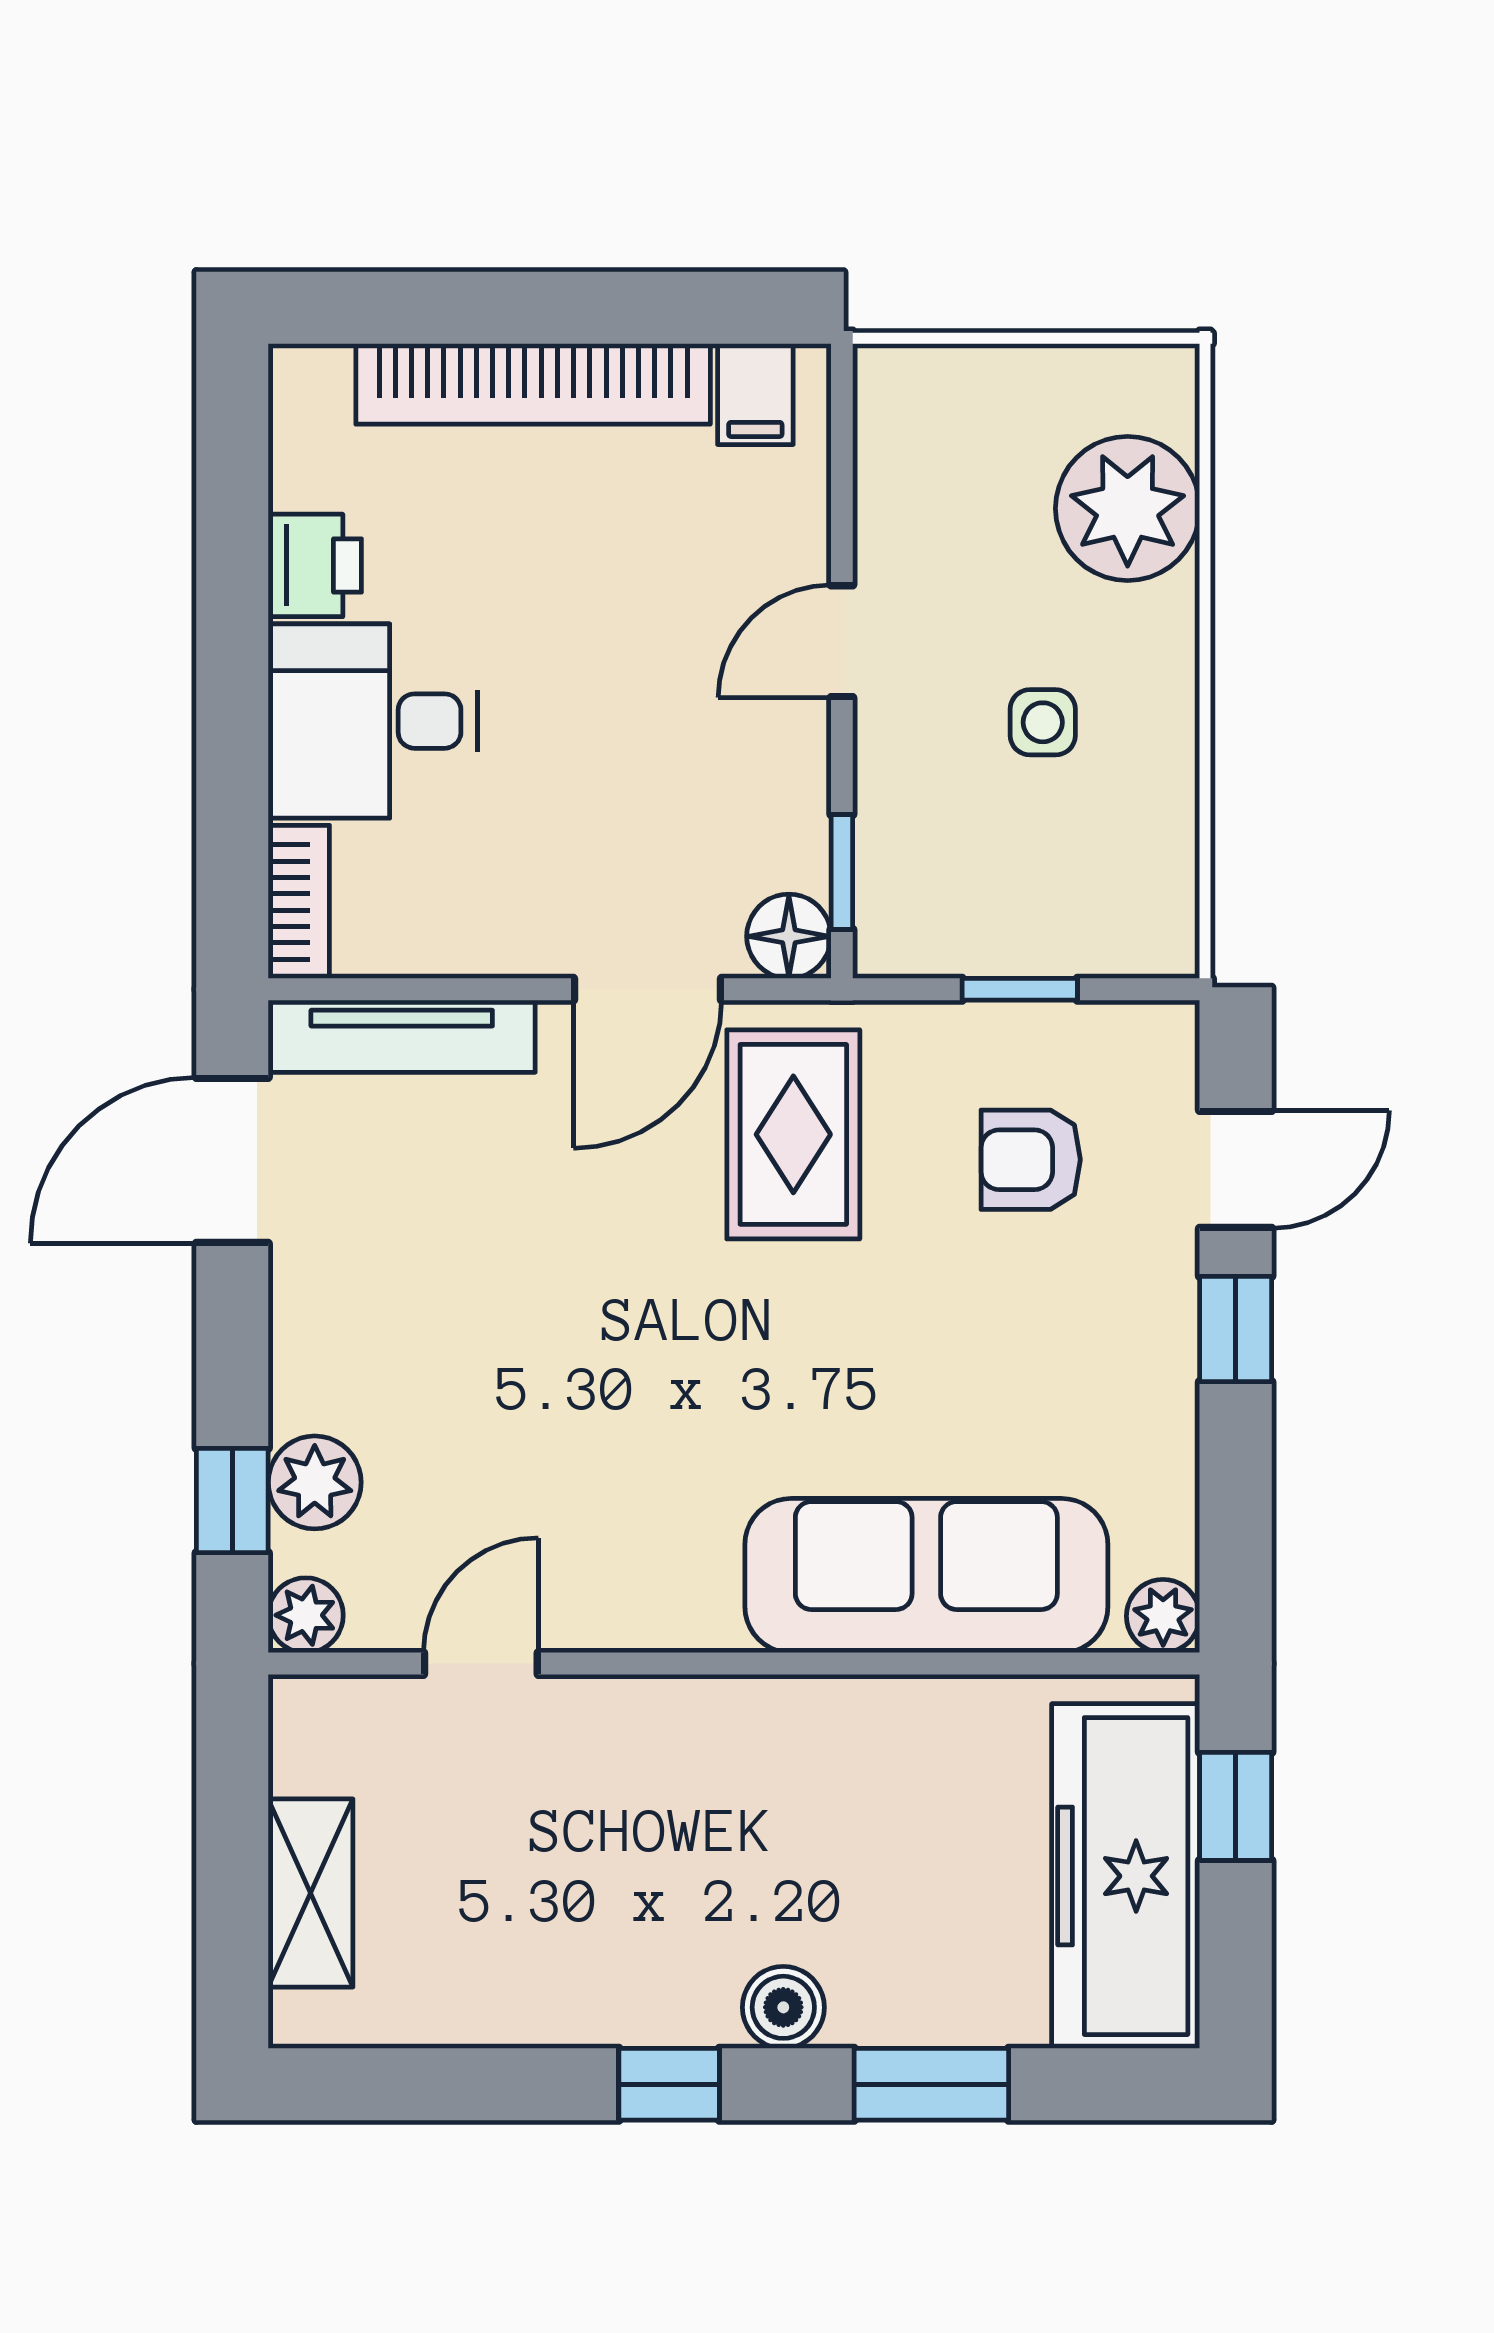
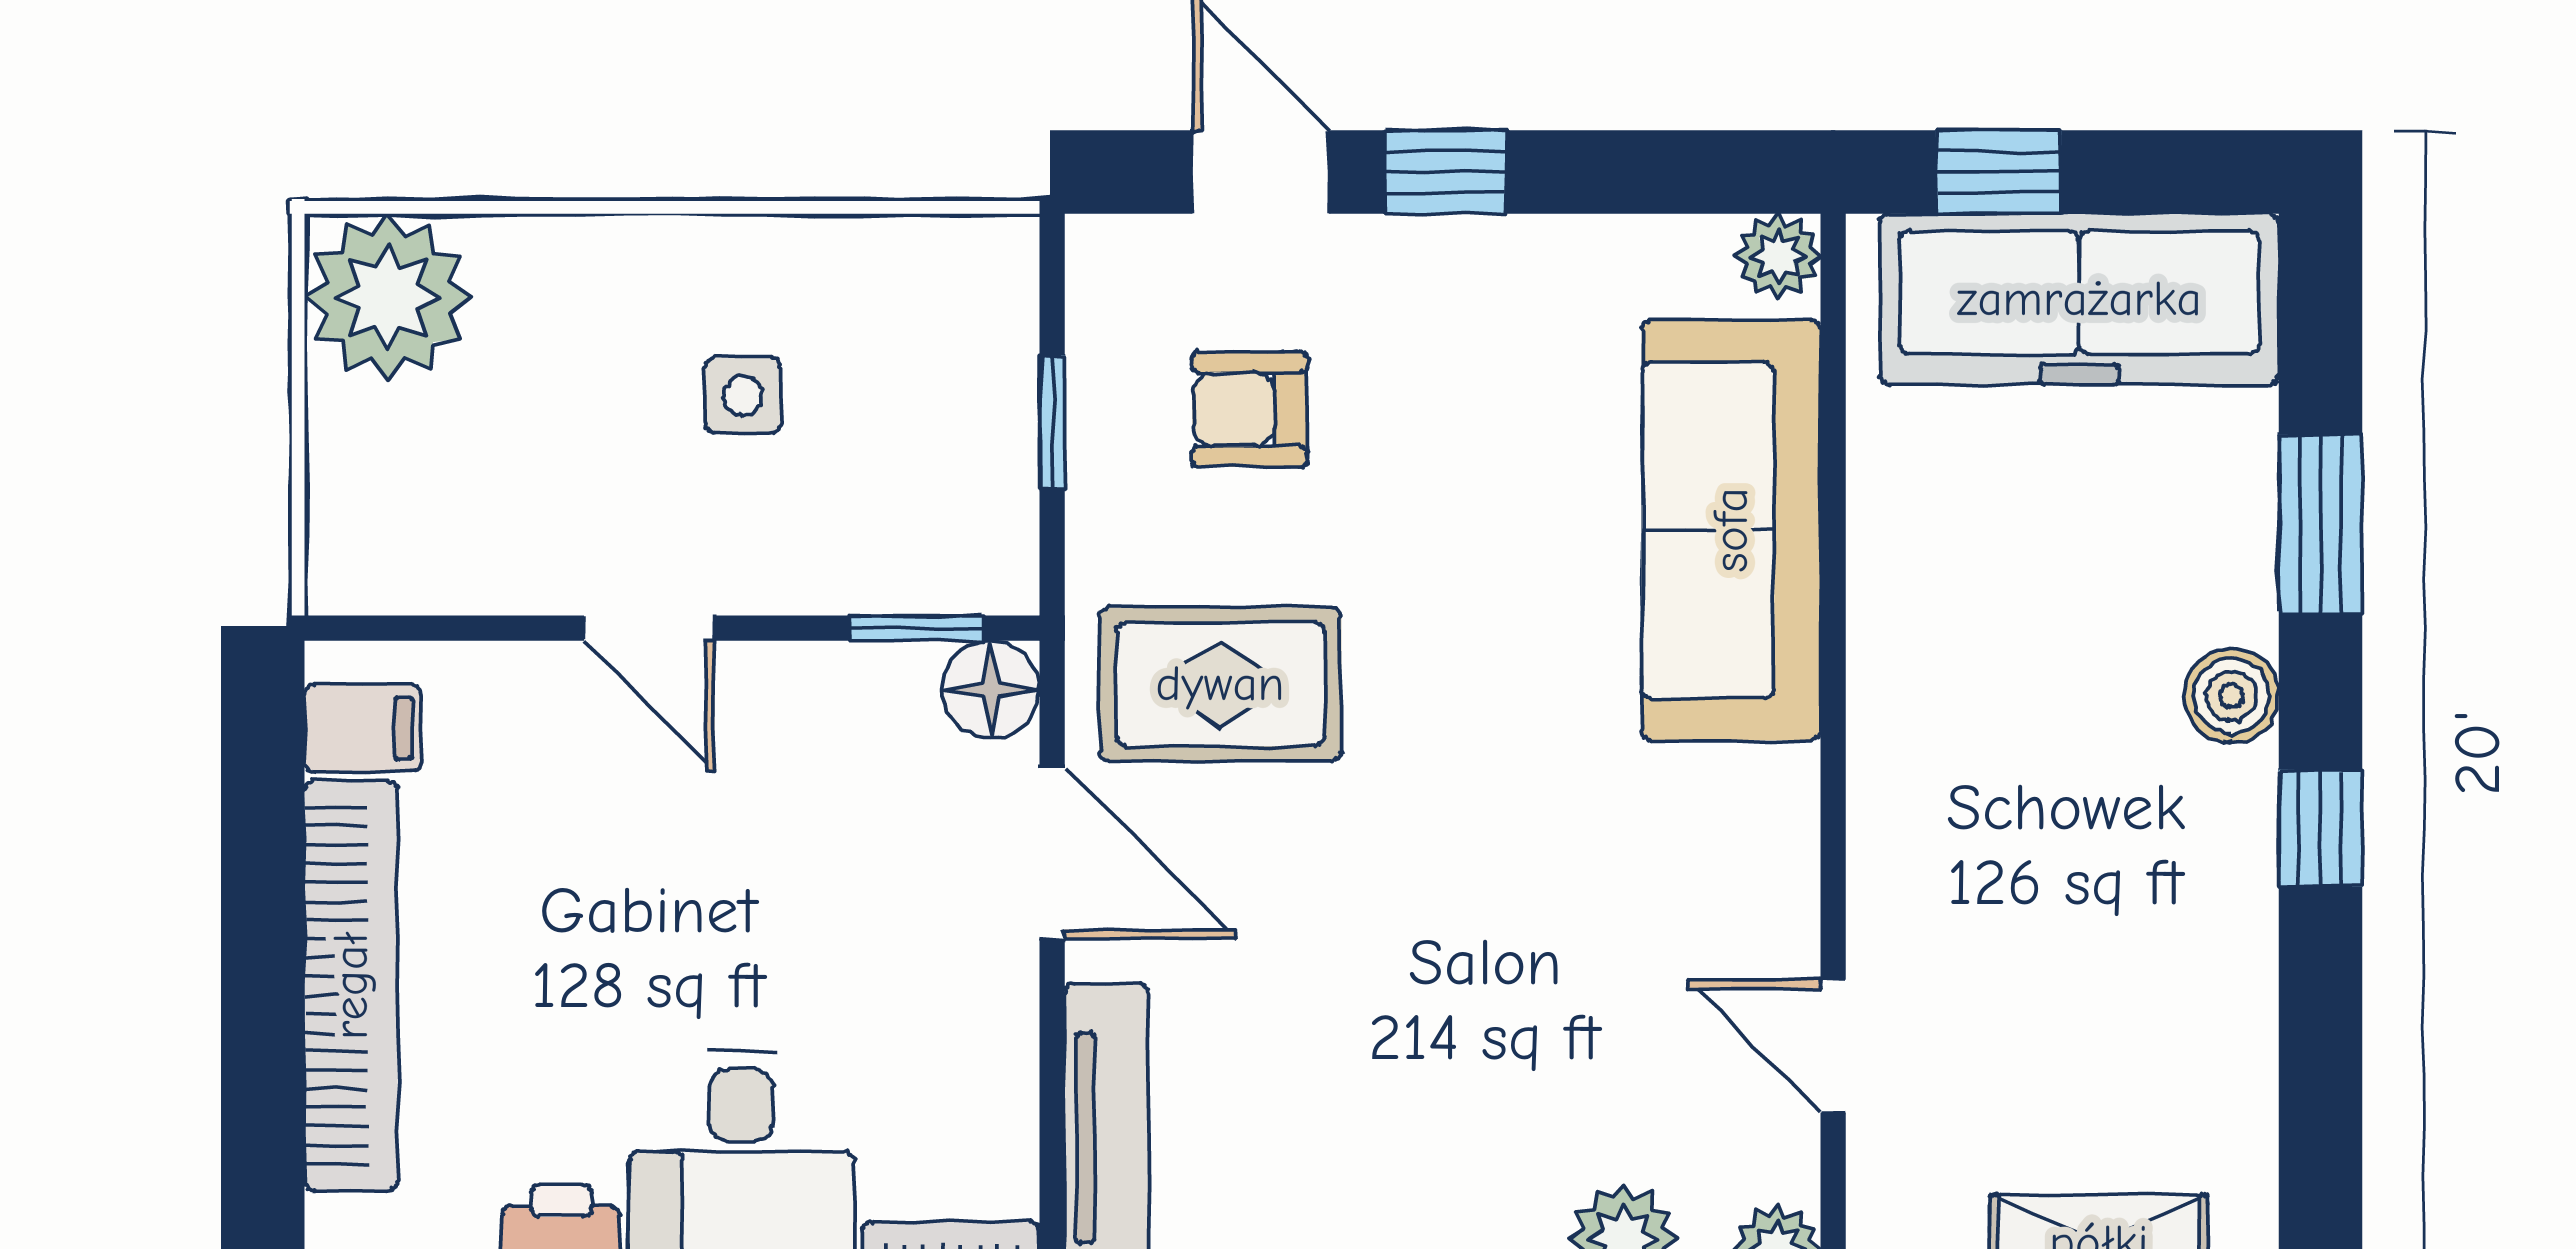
plant: (1128, 508) -> (388, 297), moved
armchair: (1031, 1160) -> (1250, 409), turned 90

